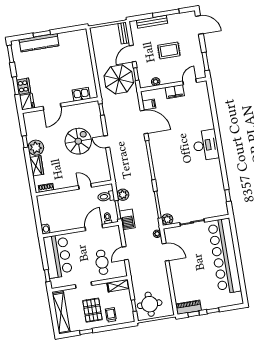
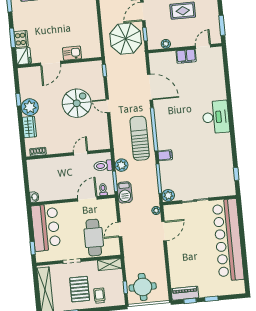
kitchen sink: (81, 94) -> (72, 53), moved
filing cabinet: (149, 104) -> (165, 155), moved
sun lounger: (138, 169) -> (140, 138), added
door: (85, 186) -> (81, 153), hinge flipped
door: (166, 252) -> (164, 231), hinge flipped
cafe table: (102, 262) -> (94, 238), width x1.37, depth x1.35

